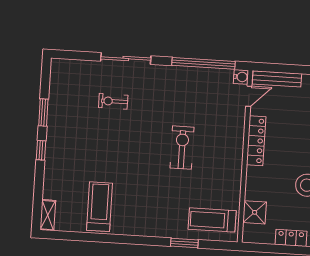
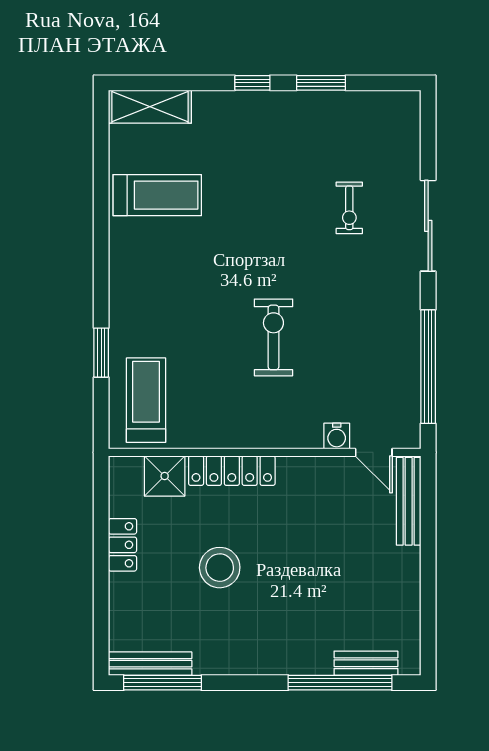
water cooler: (241, 77) -> (337, 436), moved
exercise bike: (113, 101) -> (349, 208), turned 180
locker: (256, 141) -> (232, 471), moved
exercise bike: (182, 148) -> (273, 337), turned -90
shelving: (48, 215) -> (150, 107), width x1.50, depth x1.33

